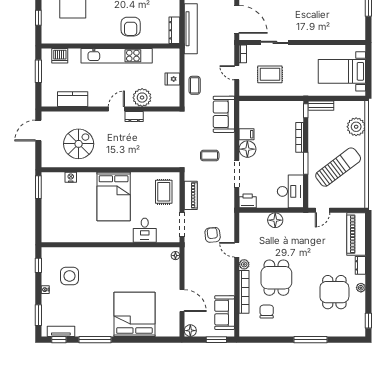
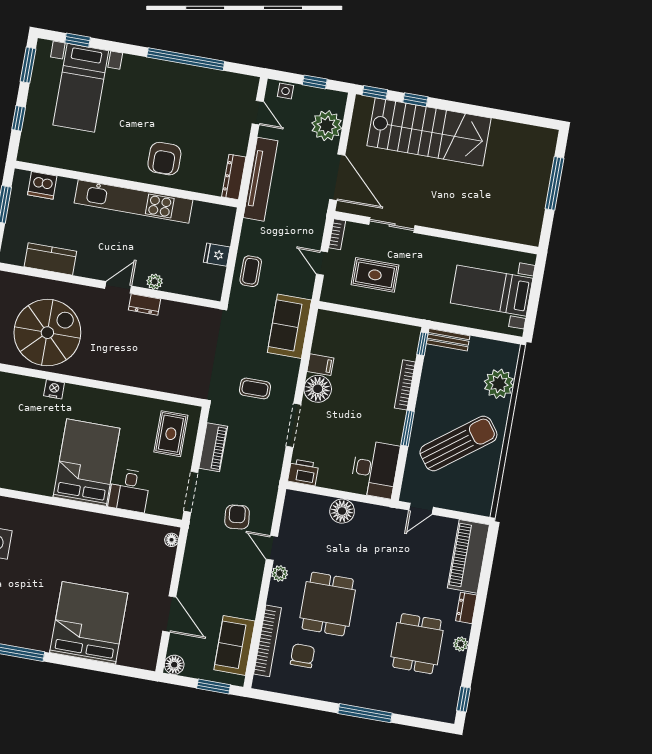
plant: (142, 98) -> (155, 282), width x0.53, depth x0.53
spiral stairs: (79, 144) -> (47, 333), width x1.37, depth x1.37
nightstand: (71, 177) -> (54, 389), moved
bed: (114, 197) -> (87, 463), moved, turned 180
bookcase: (244, 292) -> (268, 641), moved

